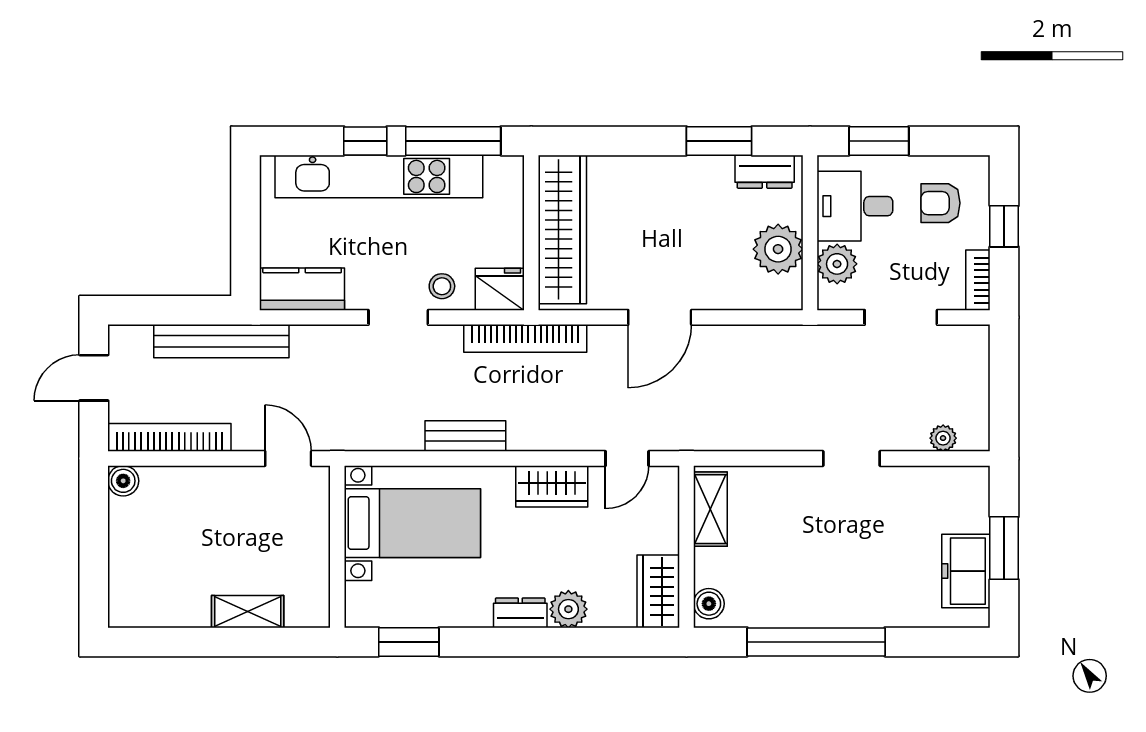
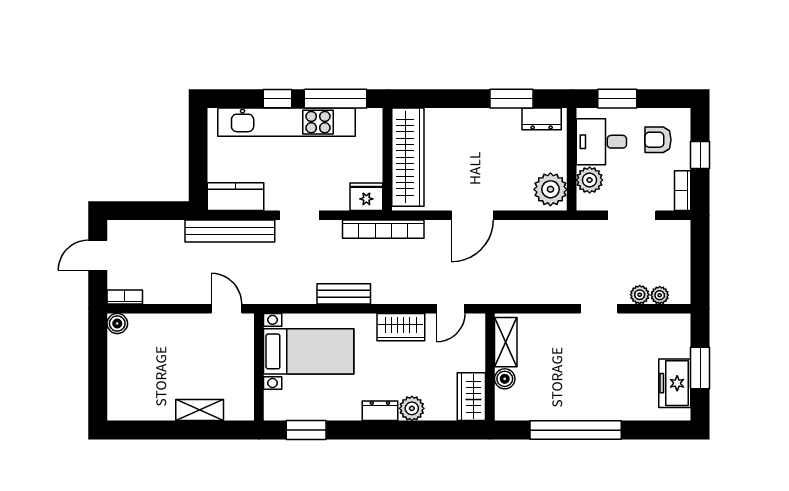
plant: (778, 249) -> (550, 189), moved
stool: (442, 286) -> (328, 195), removed
bench: (221, 341) -> (230, 231), moved
bookcase: (169, 437) -> (125, 297), width x0.43, depth x0.76
plant: (913, 437) -> (640, 295), added
boiler: (709, 604) -> (505, 379), moved

